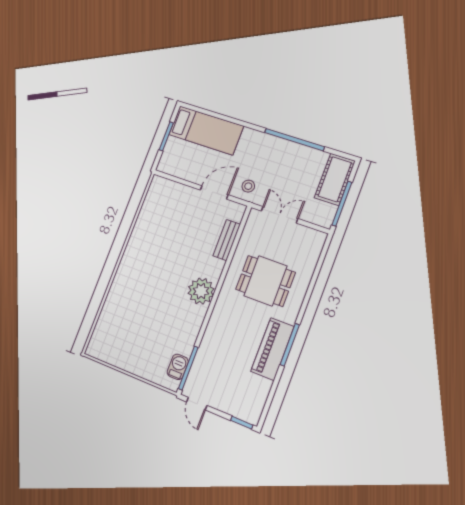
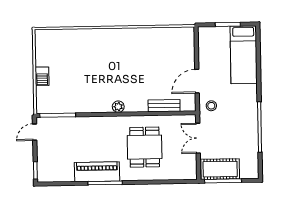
cot: (335, 179) -> (220, 169), moved
door: (214, 192) -> (197, 81), swing flipped
double door: (280, 215) -> (198, 138), swing flipped
plant: (201, 291) -> (118, 107), width x0.53, depth x0.53
barbecue: (178, 367) -> (42, 76), moved, turned 90

